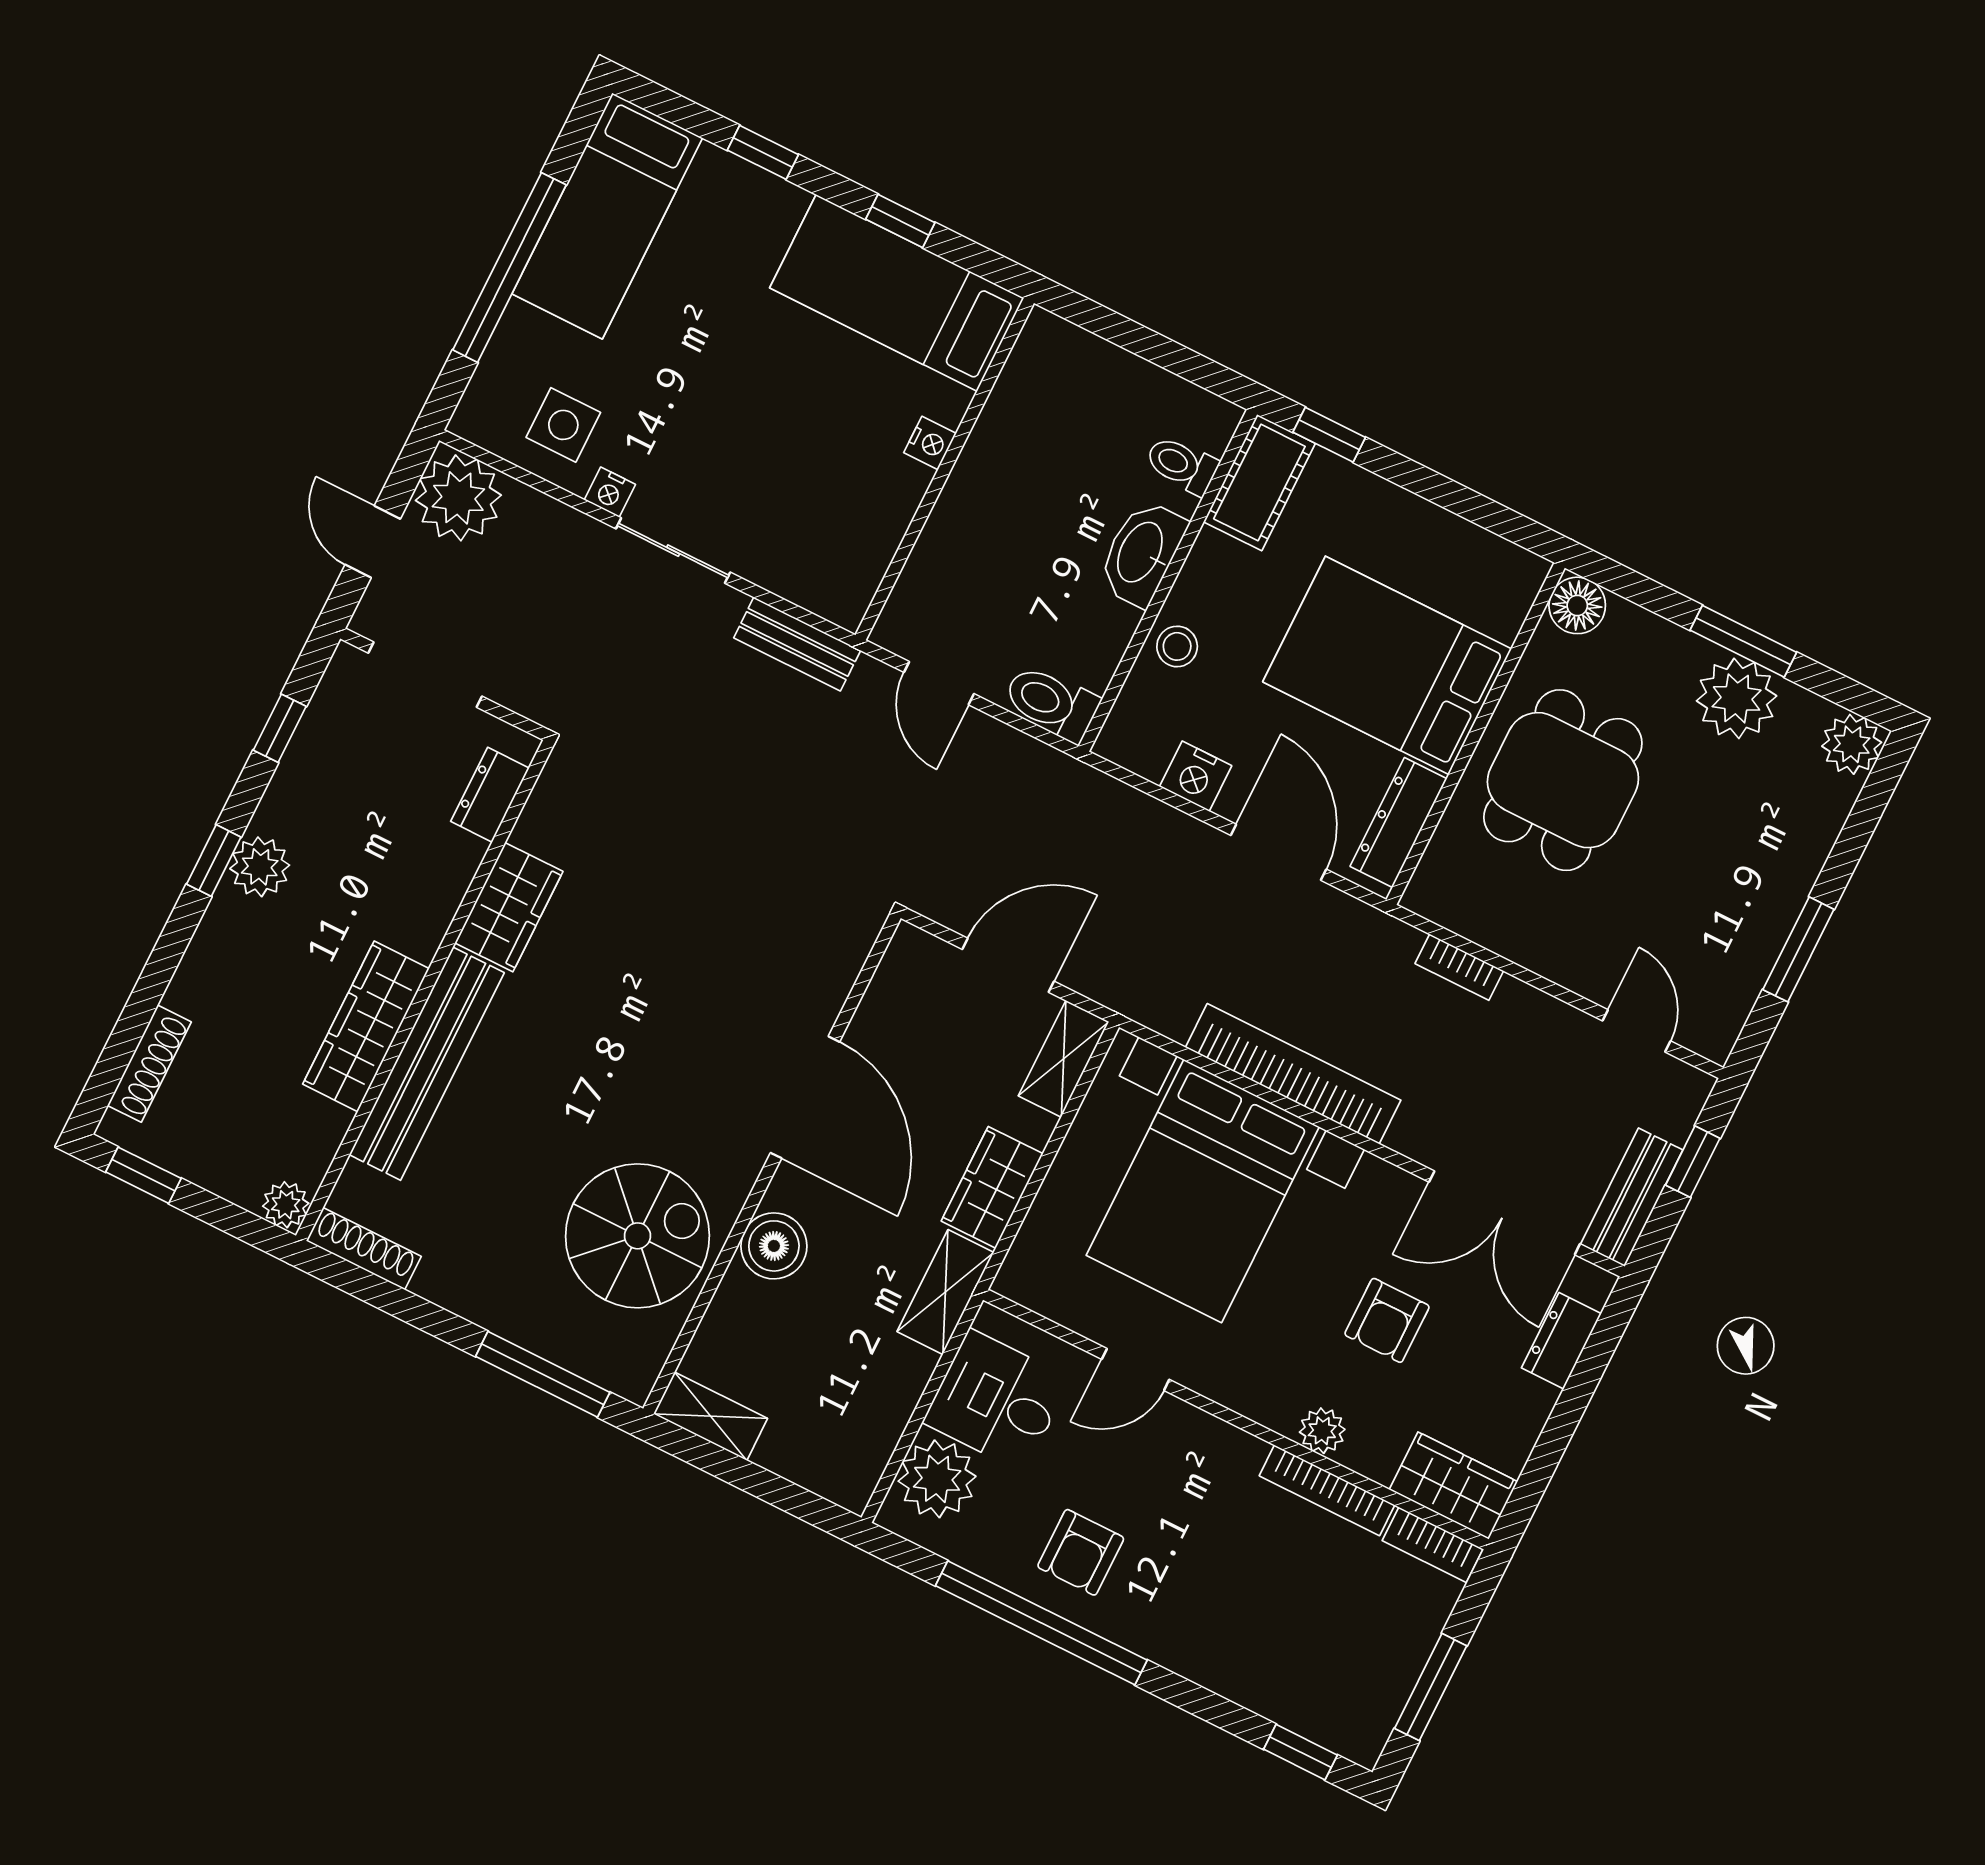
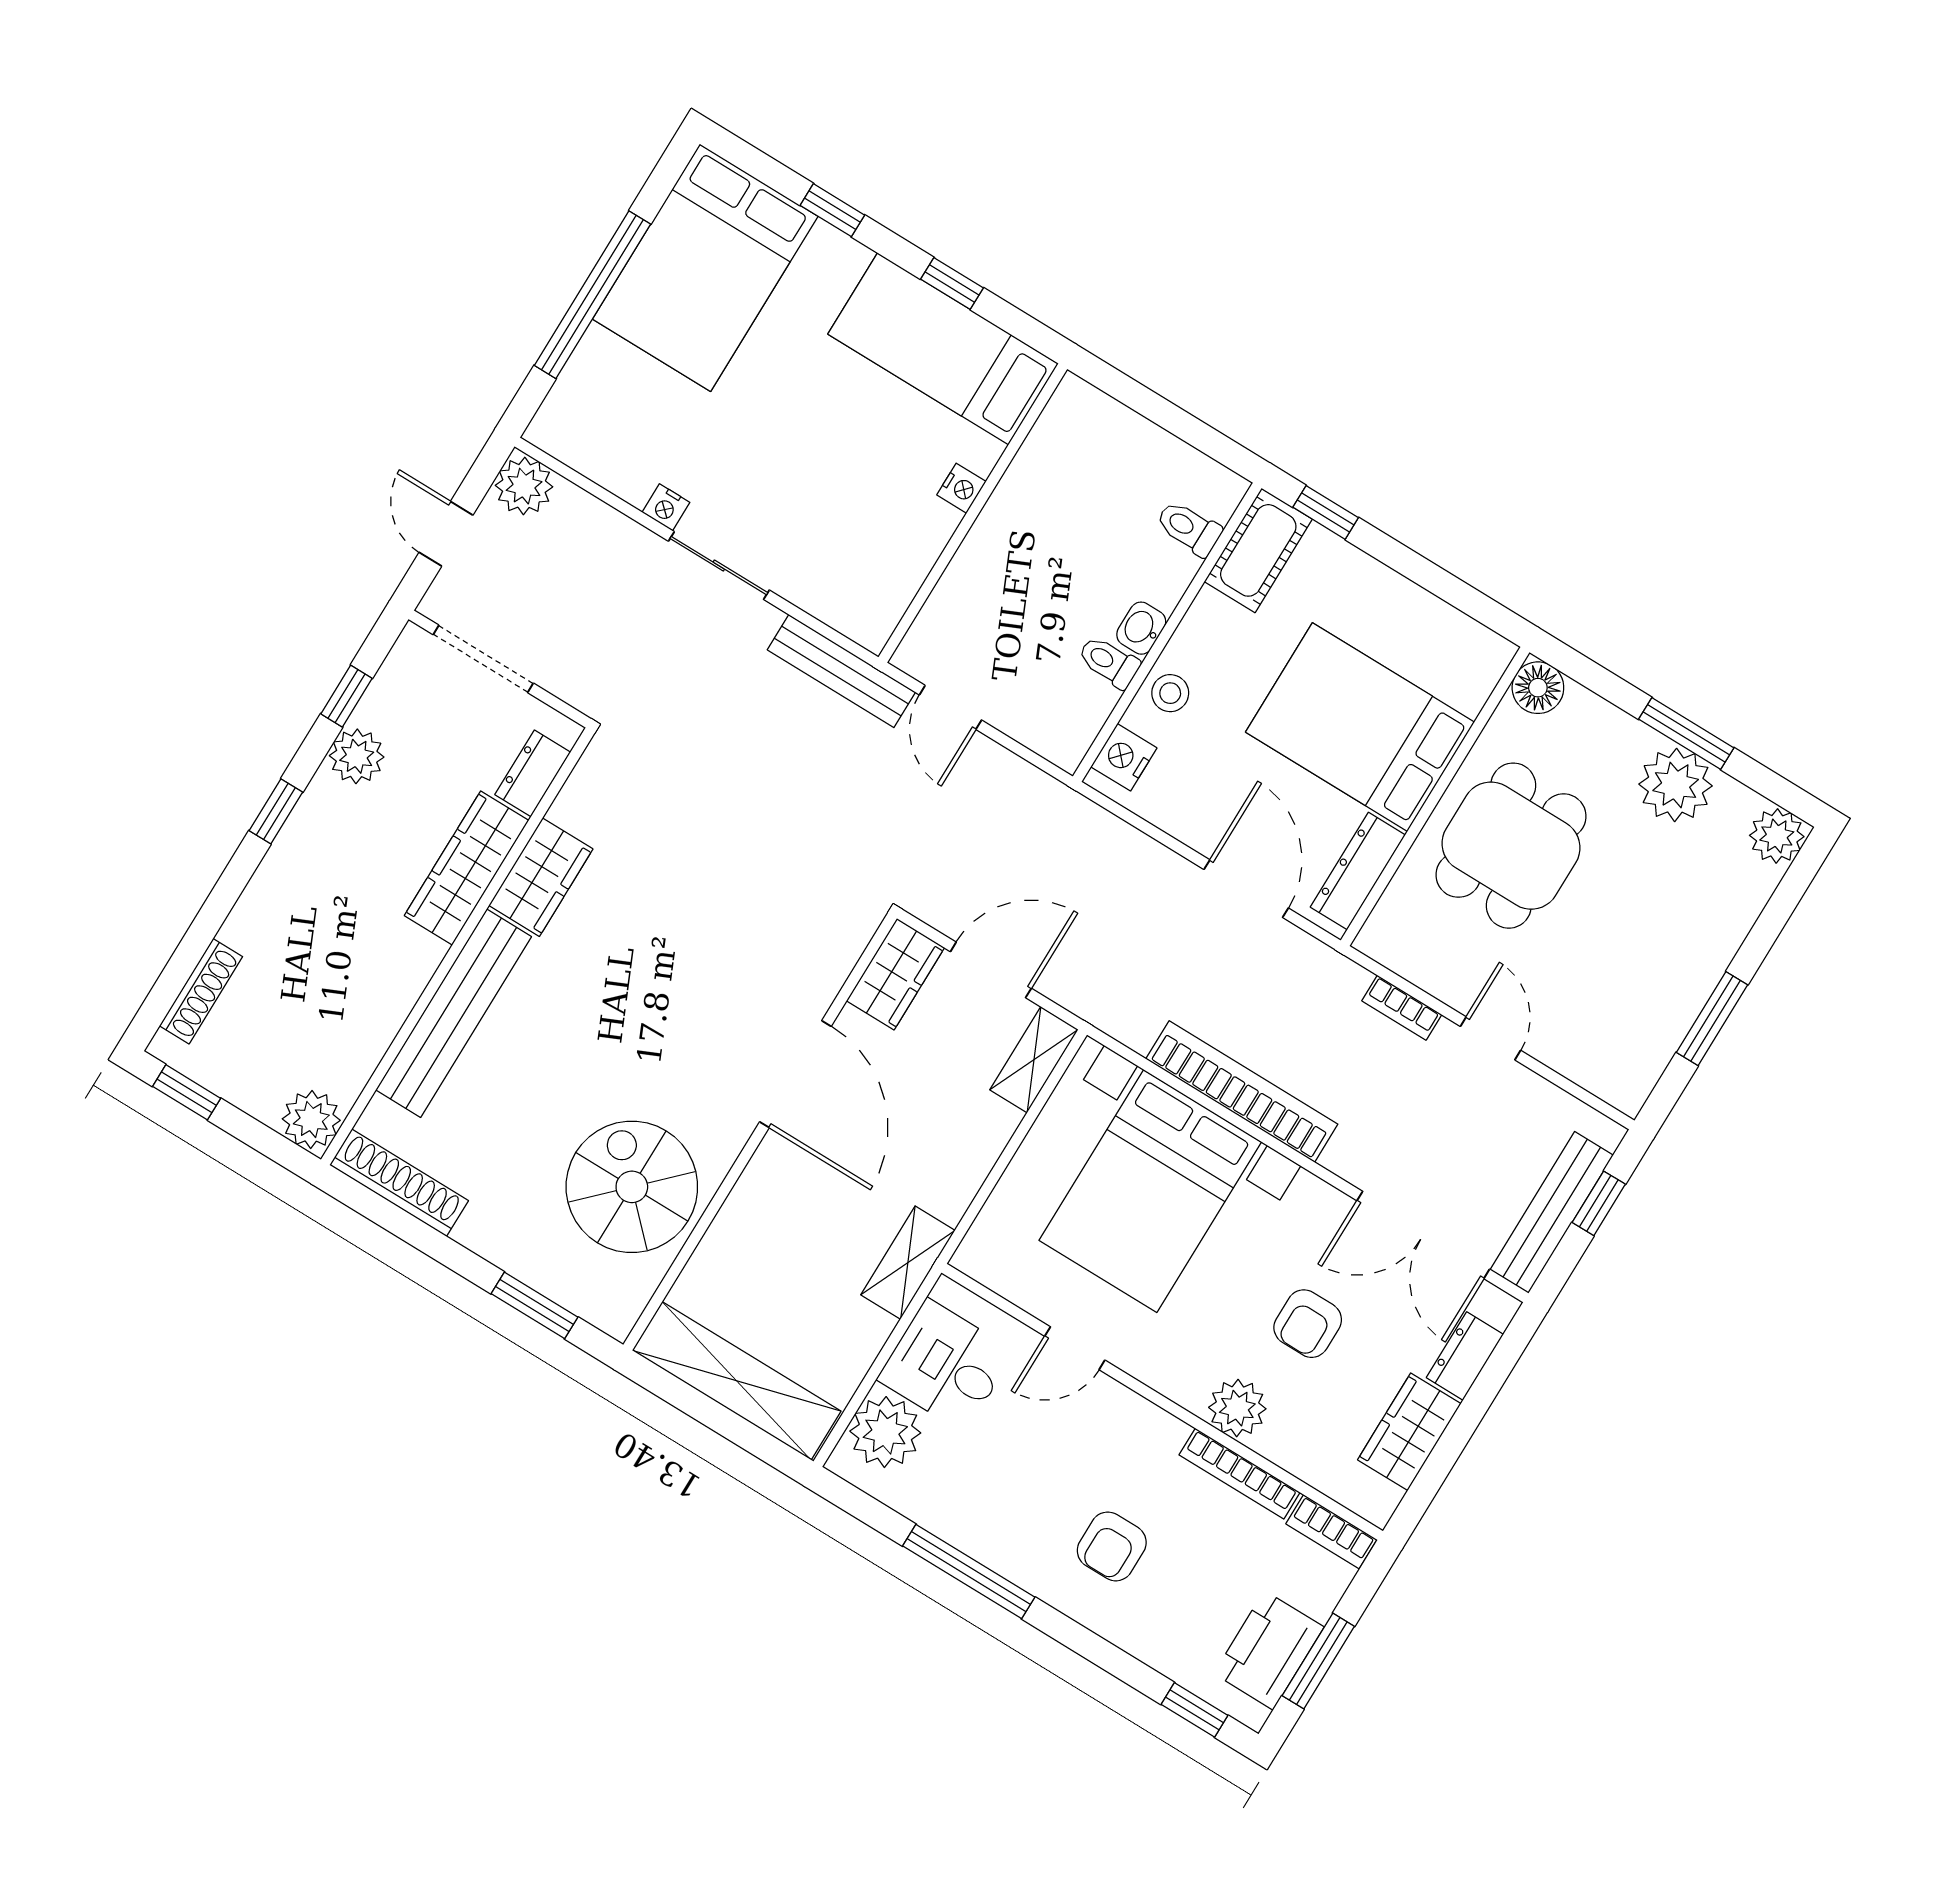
bed: (607, 216) -> (705, 268), width x1.50
side table: (563, 425) -> (629, 442), removed
plant: (458, 498) -> (524, 486), width x0.73, depth x0.73
washbasin: (1141, 553) -> (1141, 628), width x0.52, depth x0.69
bench: (797, 644) -> (841, 671), width x1.36
toilet: (1051, 703) -> (1109, 662), moved, width x0.73, depth x0.72
nightstand: (1196, 776) -> (1124, 757), moved, turned 90
plant: (260, 867) -> (357, 756), moved
wardrobe: (366, 1026) -> (467, 868), moved
door: (1637, 1031) -> (1490, 1038), moved
wardrobe: (992, 1187) -> (895, 974), moved, turned 180
bench: (1632, 1197) -> (1552, 1212), width x1.36
plant: (286, 1205) -> (311, 1120), width x1.38, depth x1.38
spiral stairs: (637, 1236) -> (632, 1187), turned -90
boiler: (774, 1246) -> (755, 1207), removed
shoe rack: (364, 1249) -> (399, 1183), width x1.36, depth x1.24
window: (543, 1374) -> (534, 1305), width x0.69
shelving: (711, 1416) -> (737, 1381), width x2.20, depth x1.33
plant: (1322, 1431) -> (1237, 1408), width x1.38, depth x1.38
wardrobe: (1453, 1486) -> (1409, 1432), moved, turned -90
armchair: (1081, 1552) -> (1112, 1546), moved
window: (1041, 1623) -> (969, 1572), width x0.68
printer: (1376, 1680) -> (1269, 1650), added

